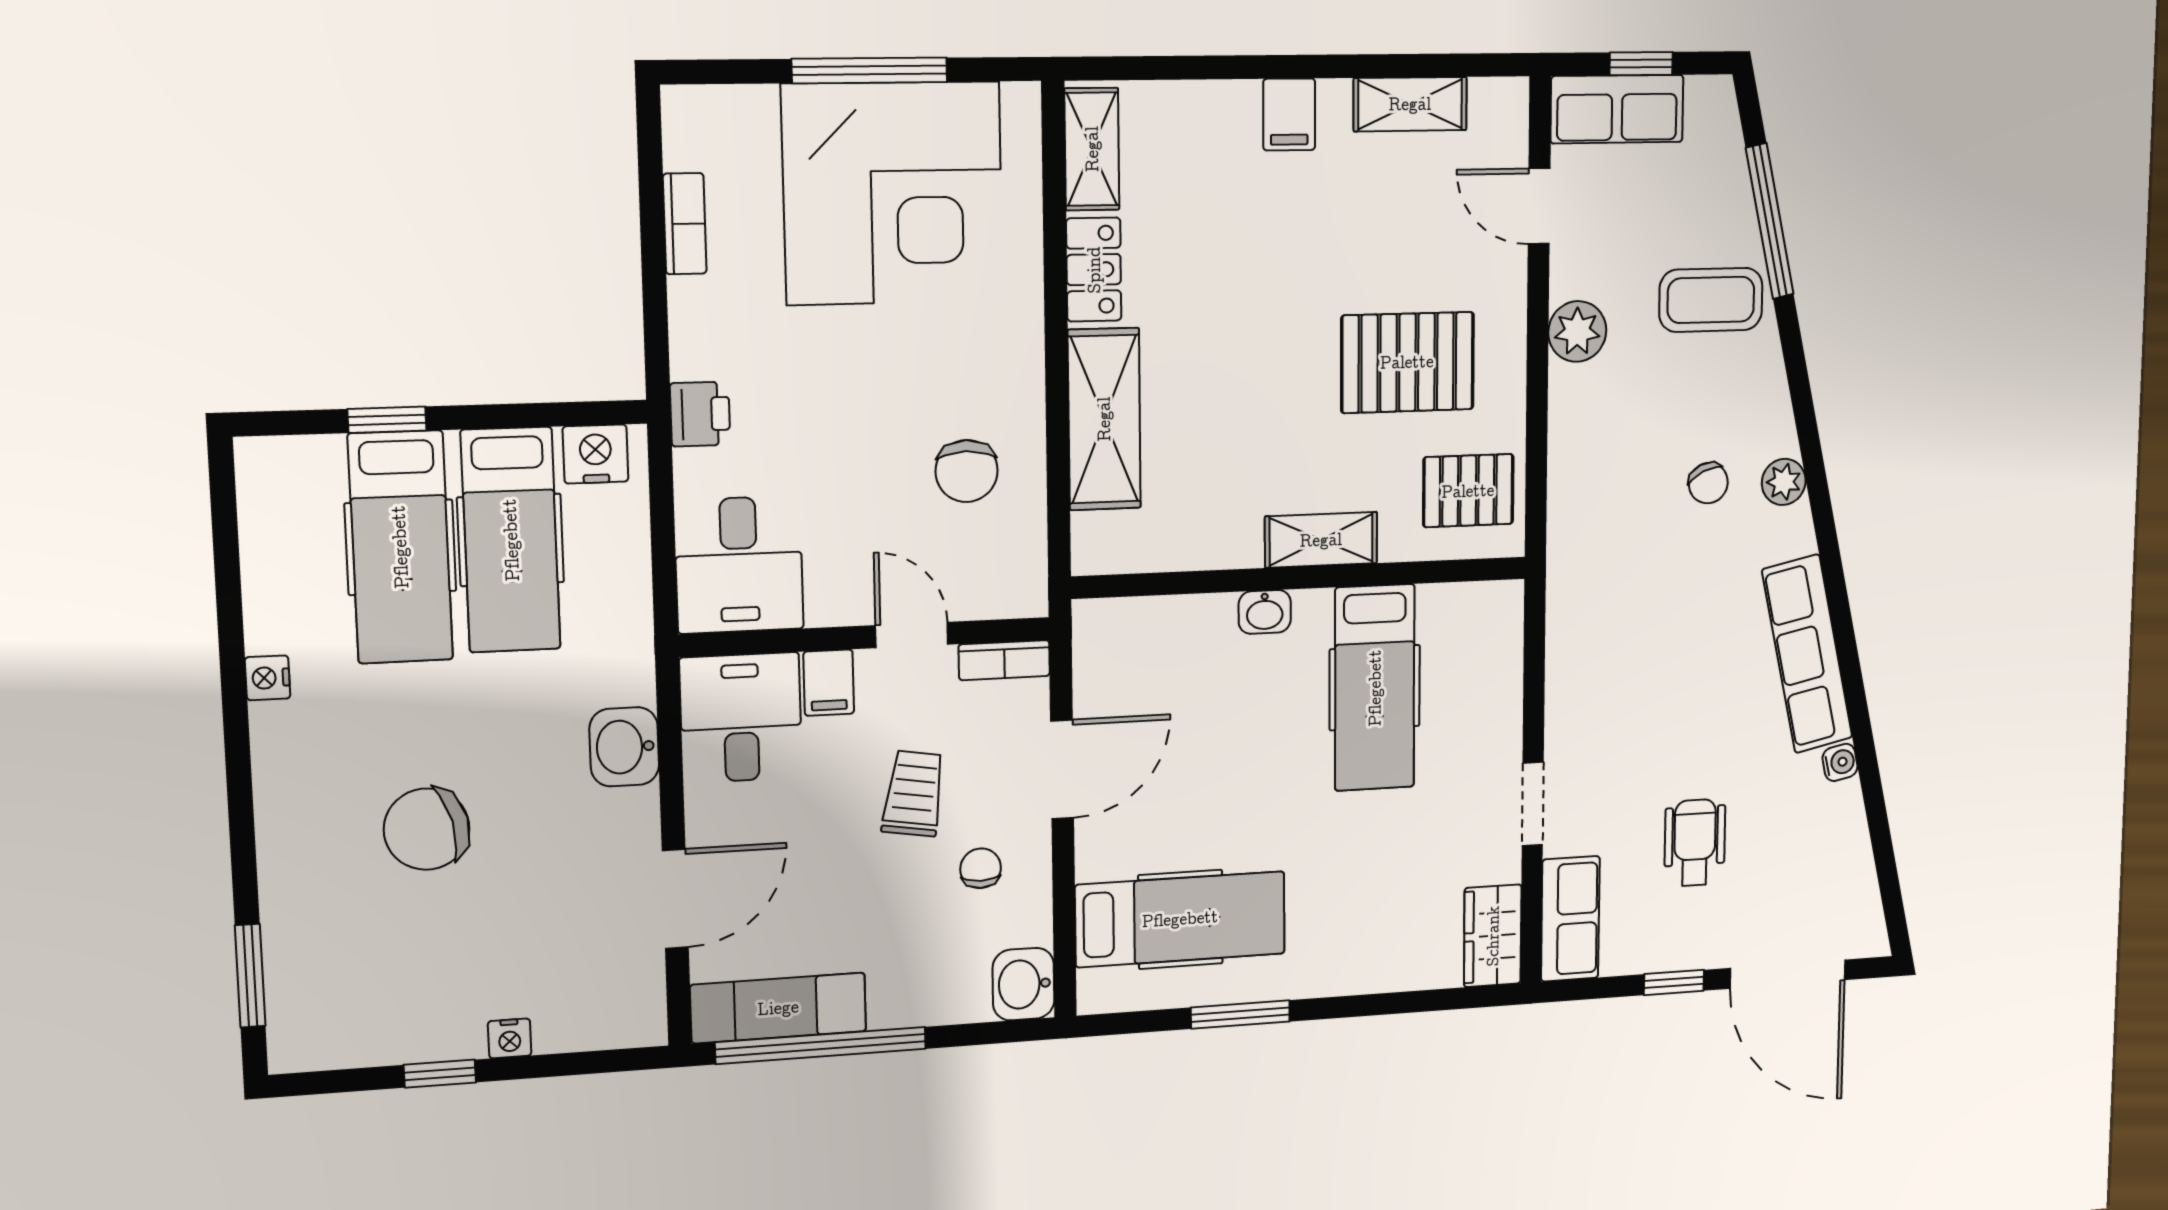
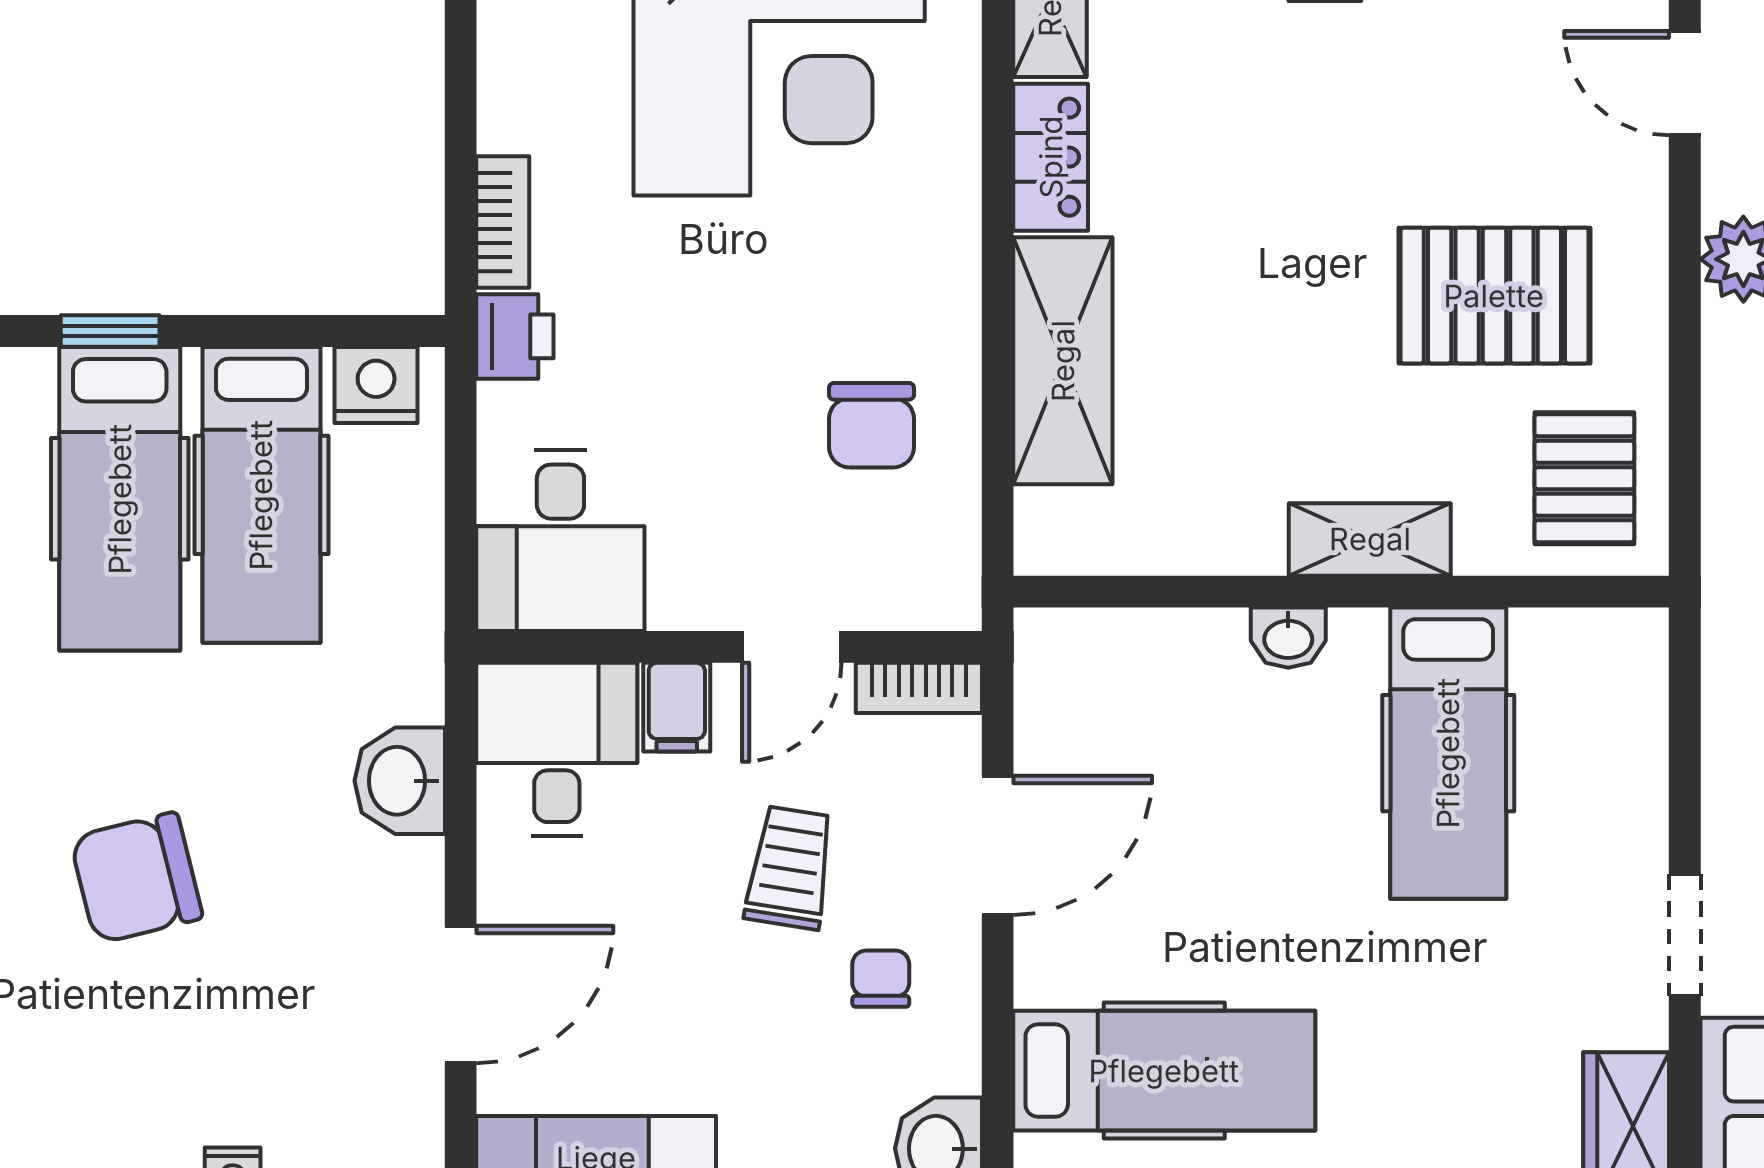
bookcase: (685, 224) -> (503, 222), moved
pallet: (1468, 491) -> (1584, 478), turned 90
door: (912, 635) -> (792, 647), swing flipped

